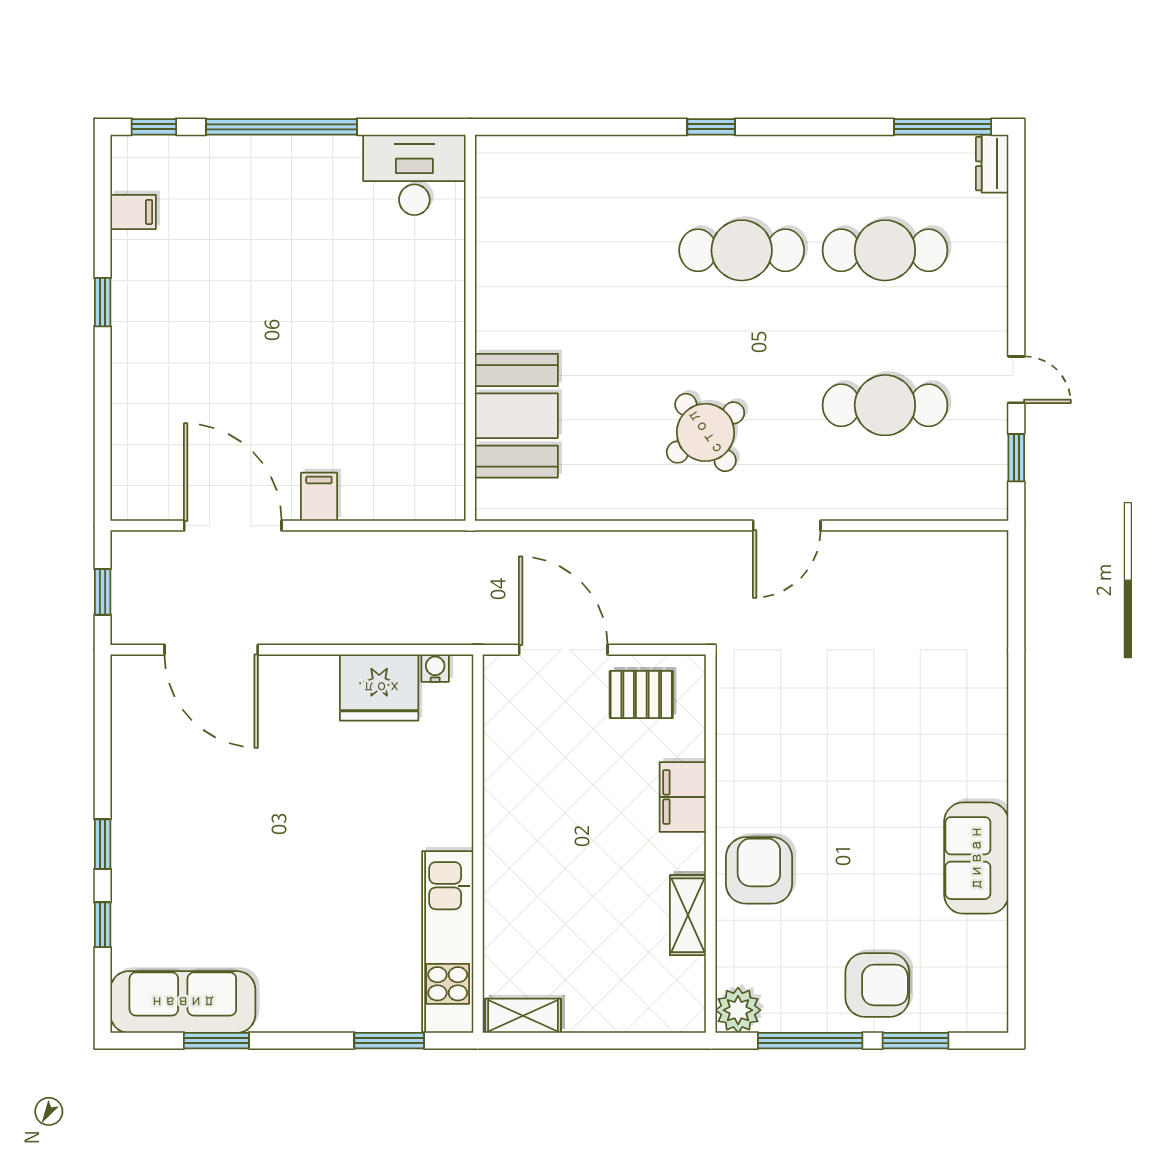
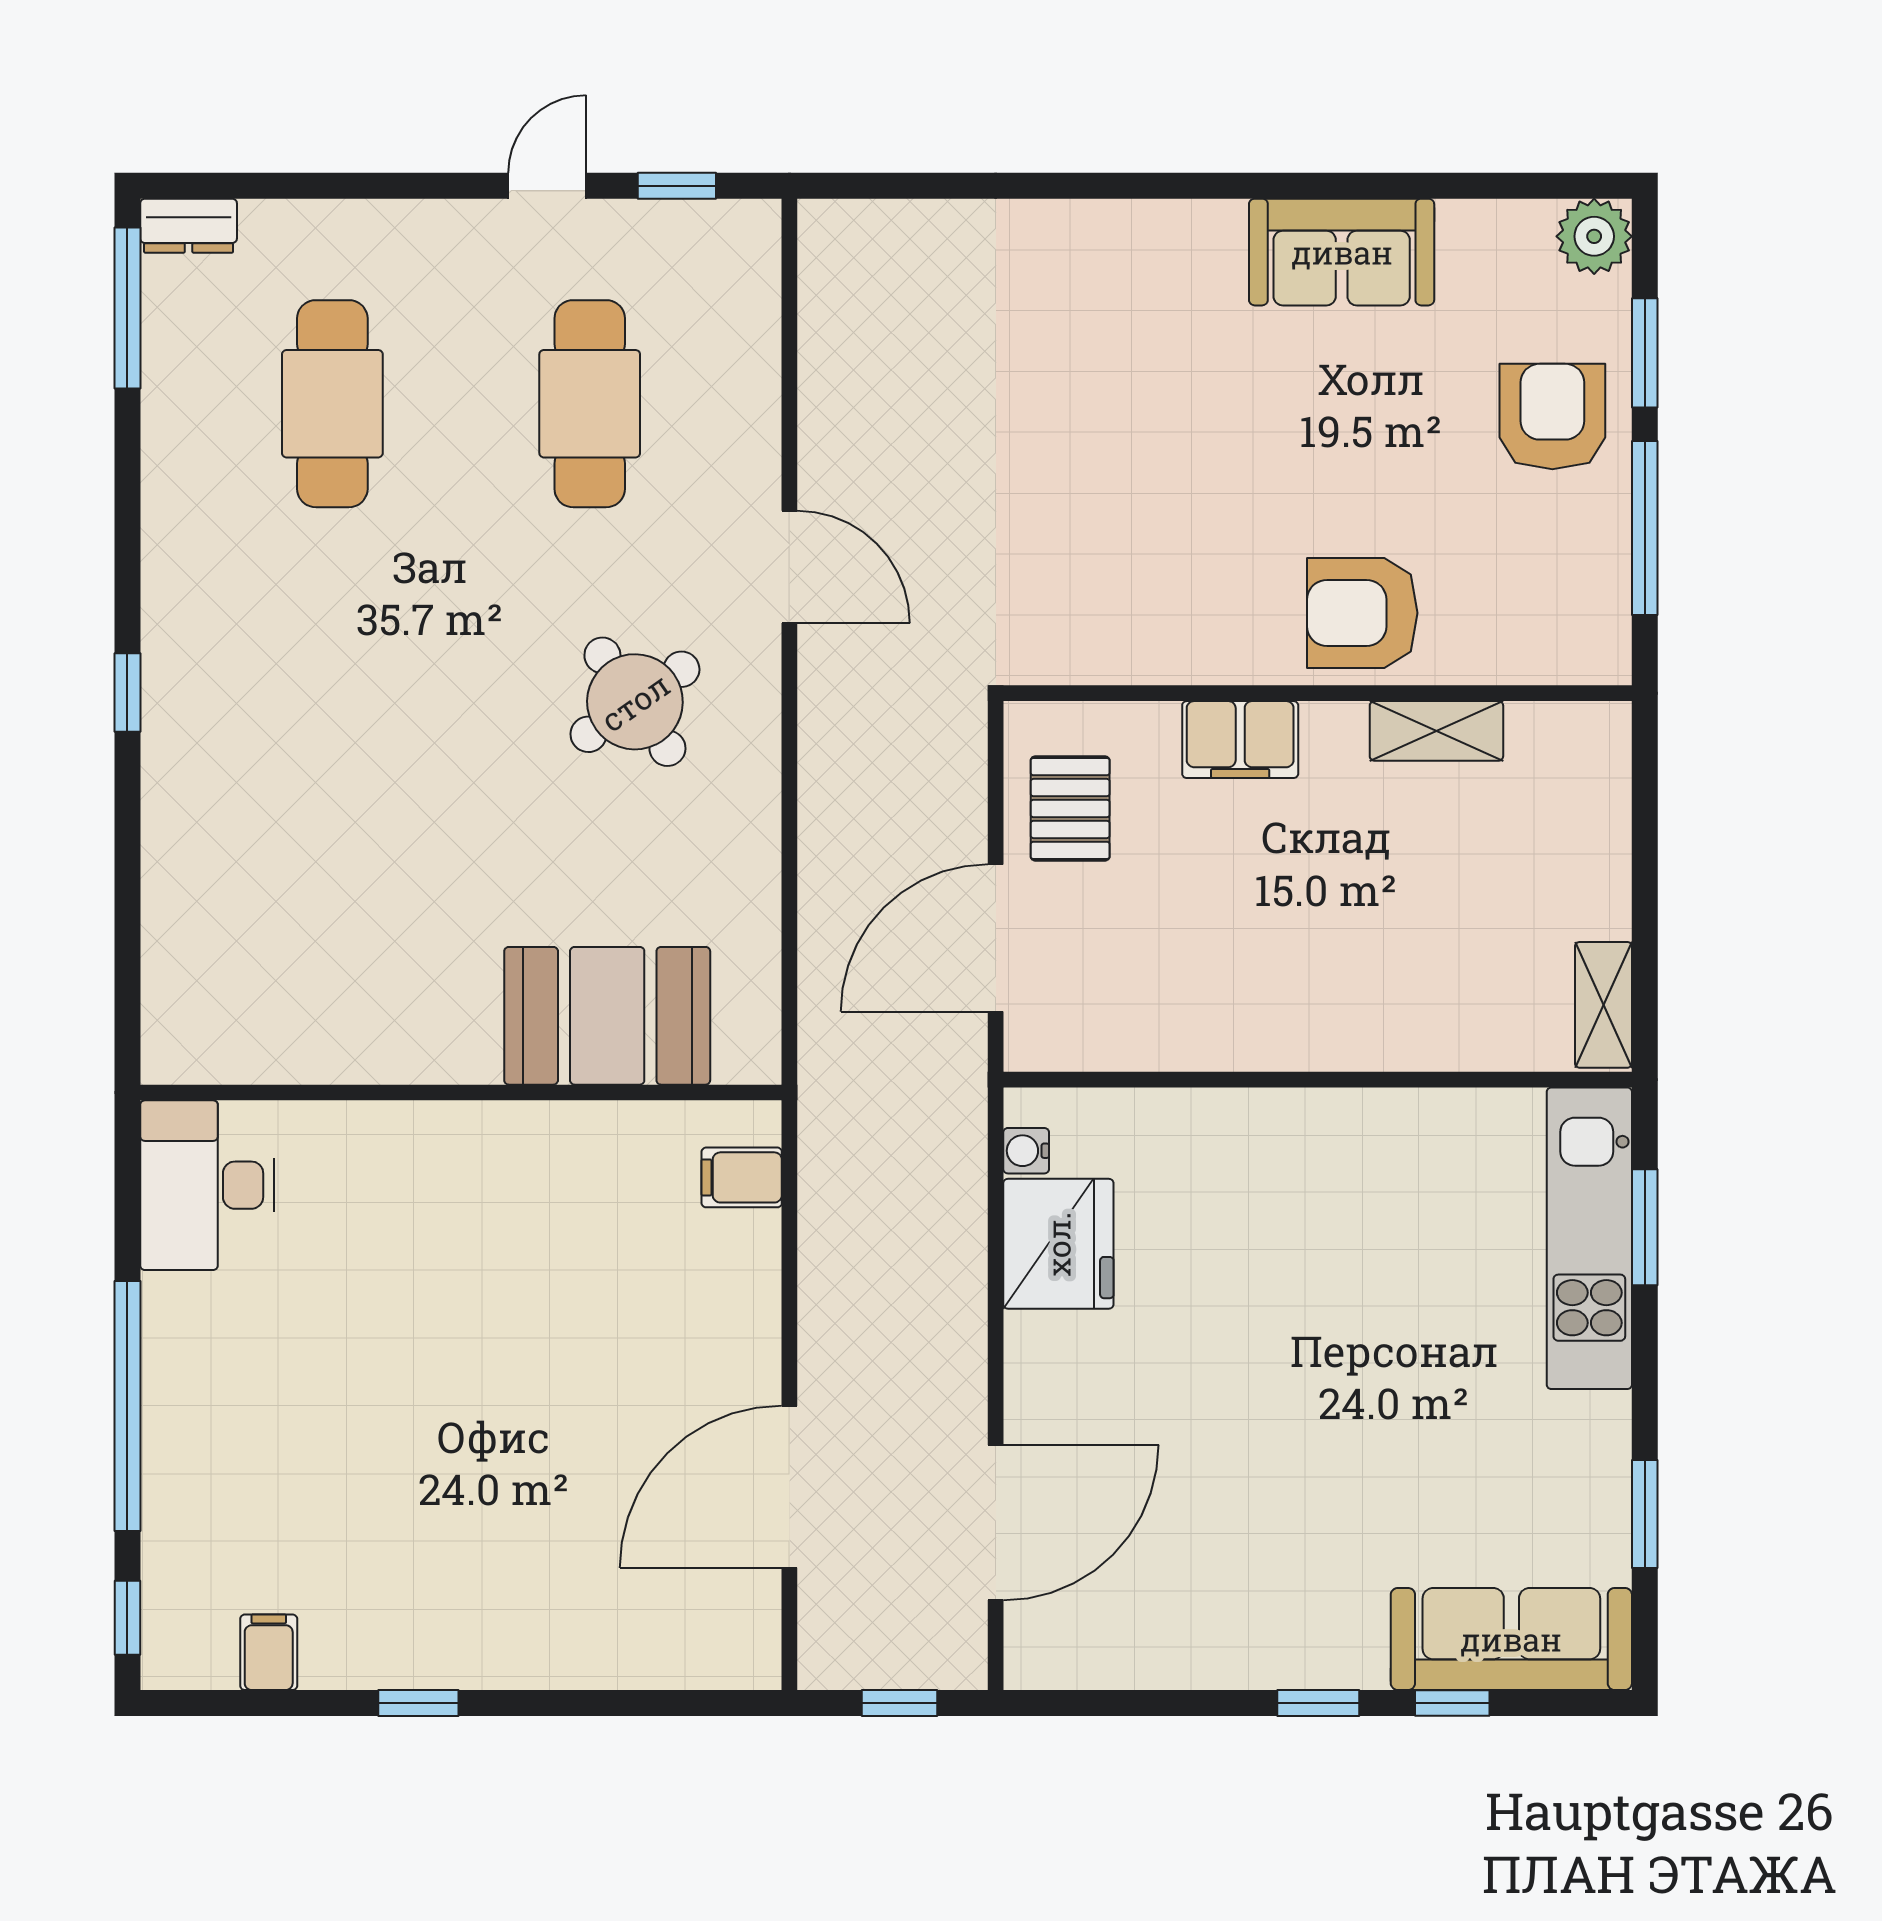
cafe table: (742, 250) -> (332, 642), removed
filing cabinet: (319, 497) -> (742, 1177), moved
kitchen unit: (448, 942) -> (1589, 1238), moved, turned 90
sofa: (183, 1002) -> (1511, 1639), moved, turned 90
plant: (738, 1010) -> (1594, 236), moved

